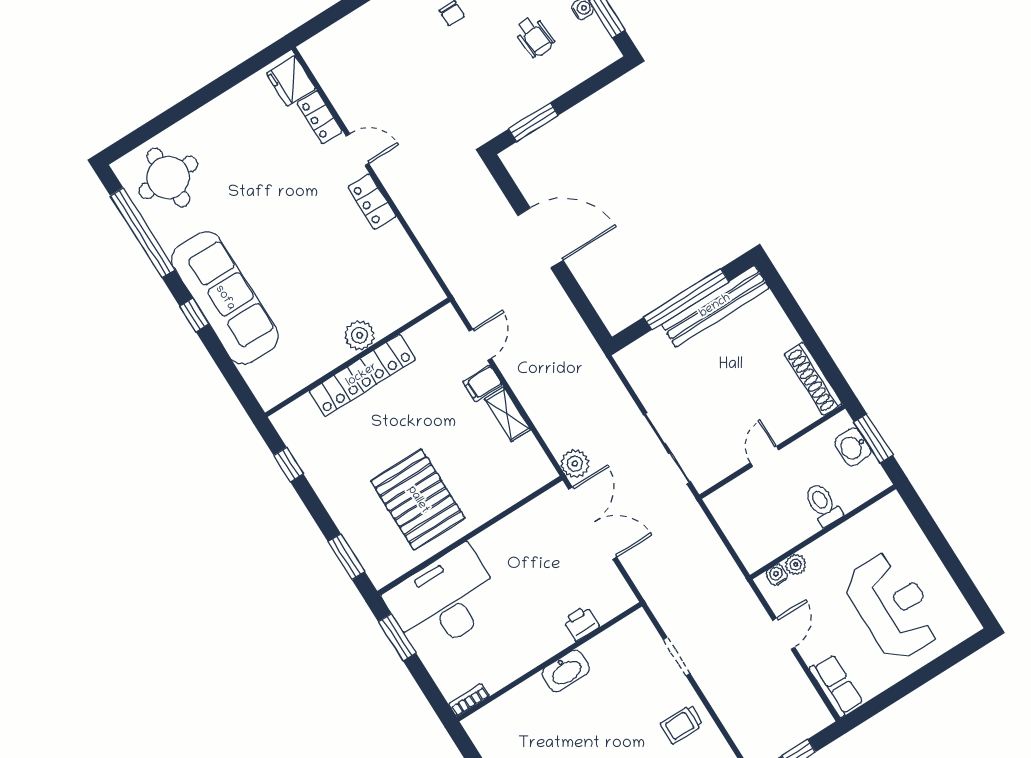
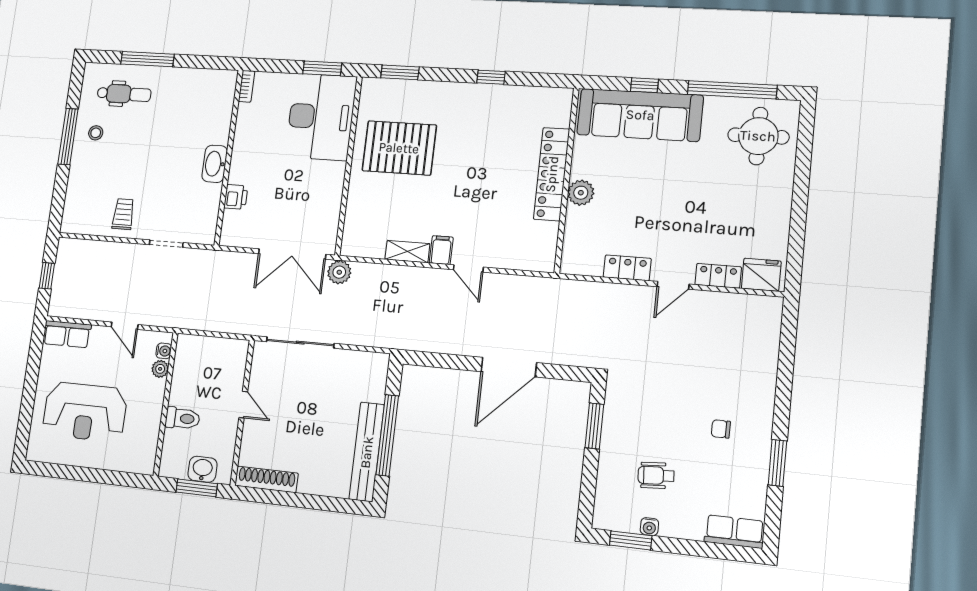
plant: (360, 335) -> (581, 193), moved
wall: (358, 357) -> (567, 180), moved
locker: (362, 375) -> (552, 174), moved

